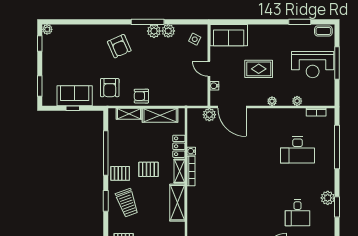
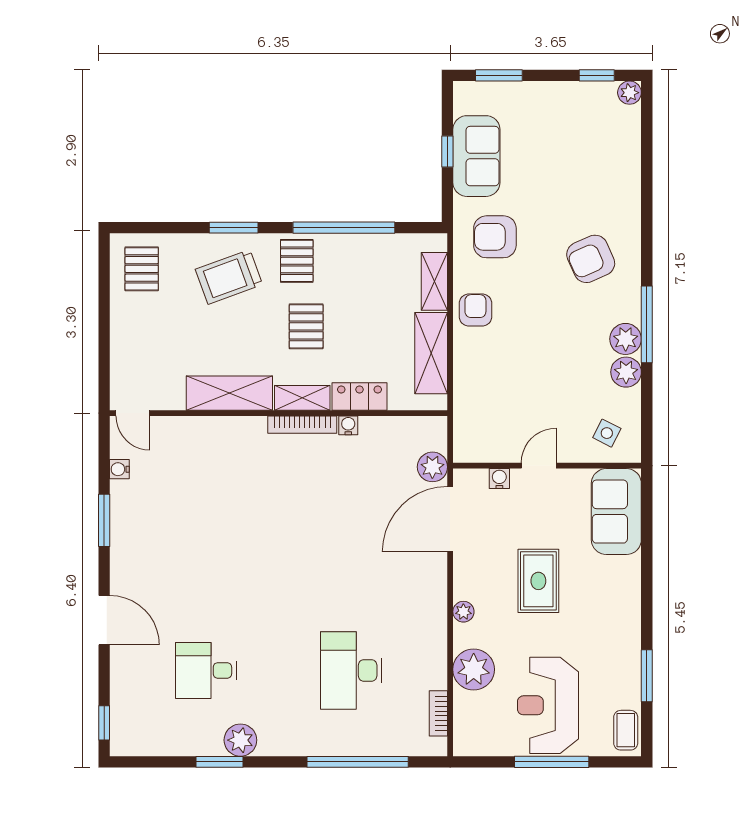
plant: (297, 101) -> (474, 669), width x1.87, depth x1.87

